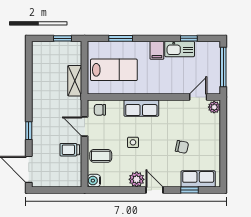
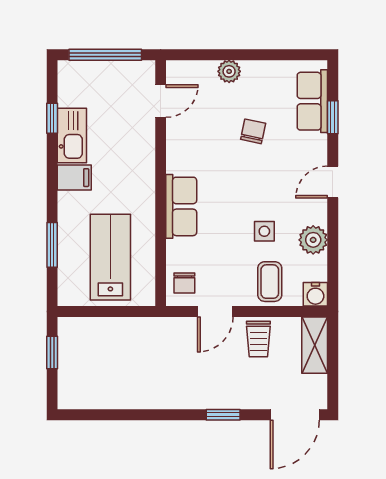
shelving: (75, 81) -> (315, 345), moved, turned 90
door: (198, 97) -> (161, 101), swing flipped
plant: (214, 107) -> (229, 71), moved
side table: (133, 142) -> (264, 231), moved
plant: (137, 179) -> (313, 240), moved

